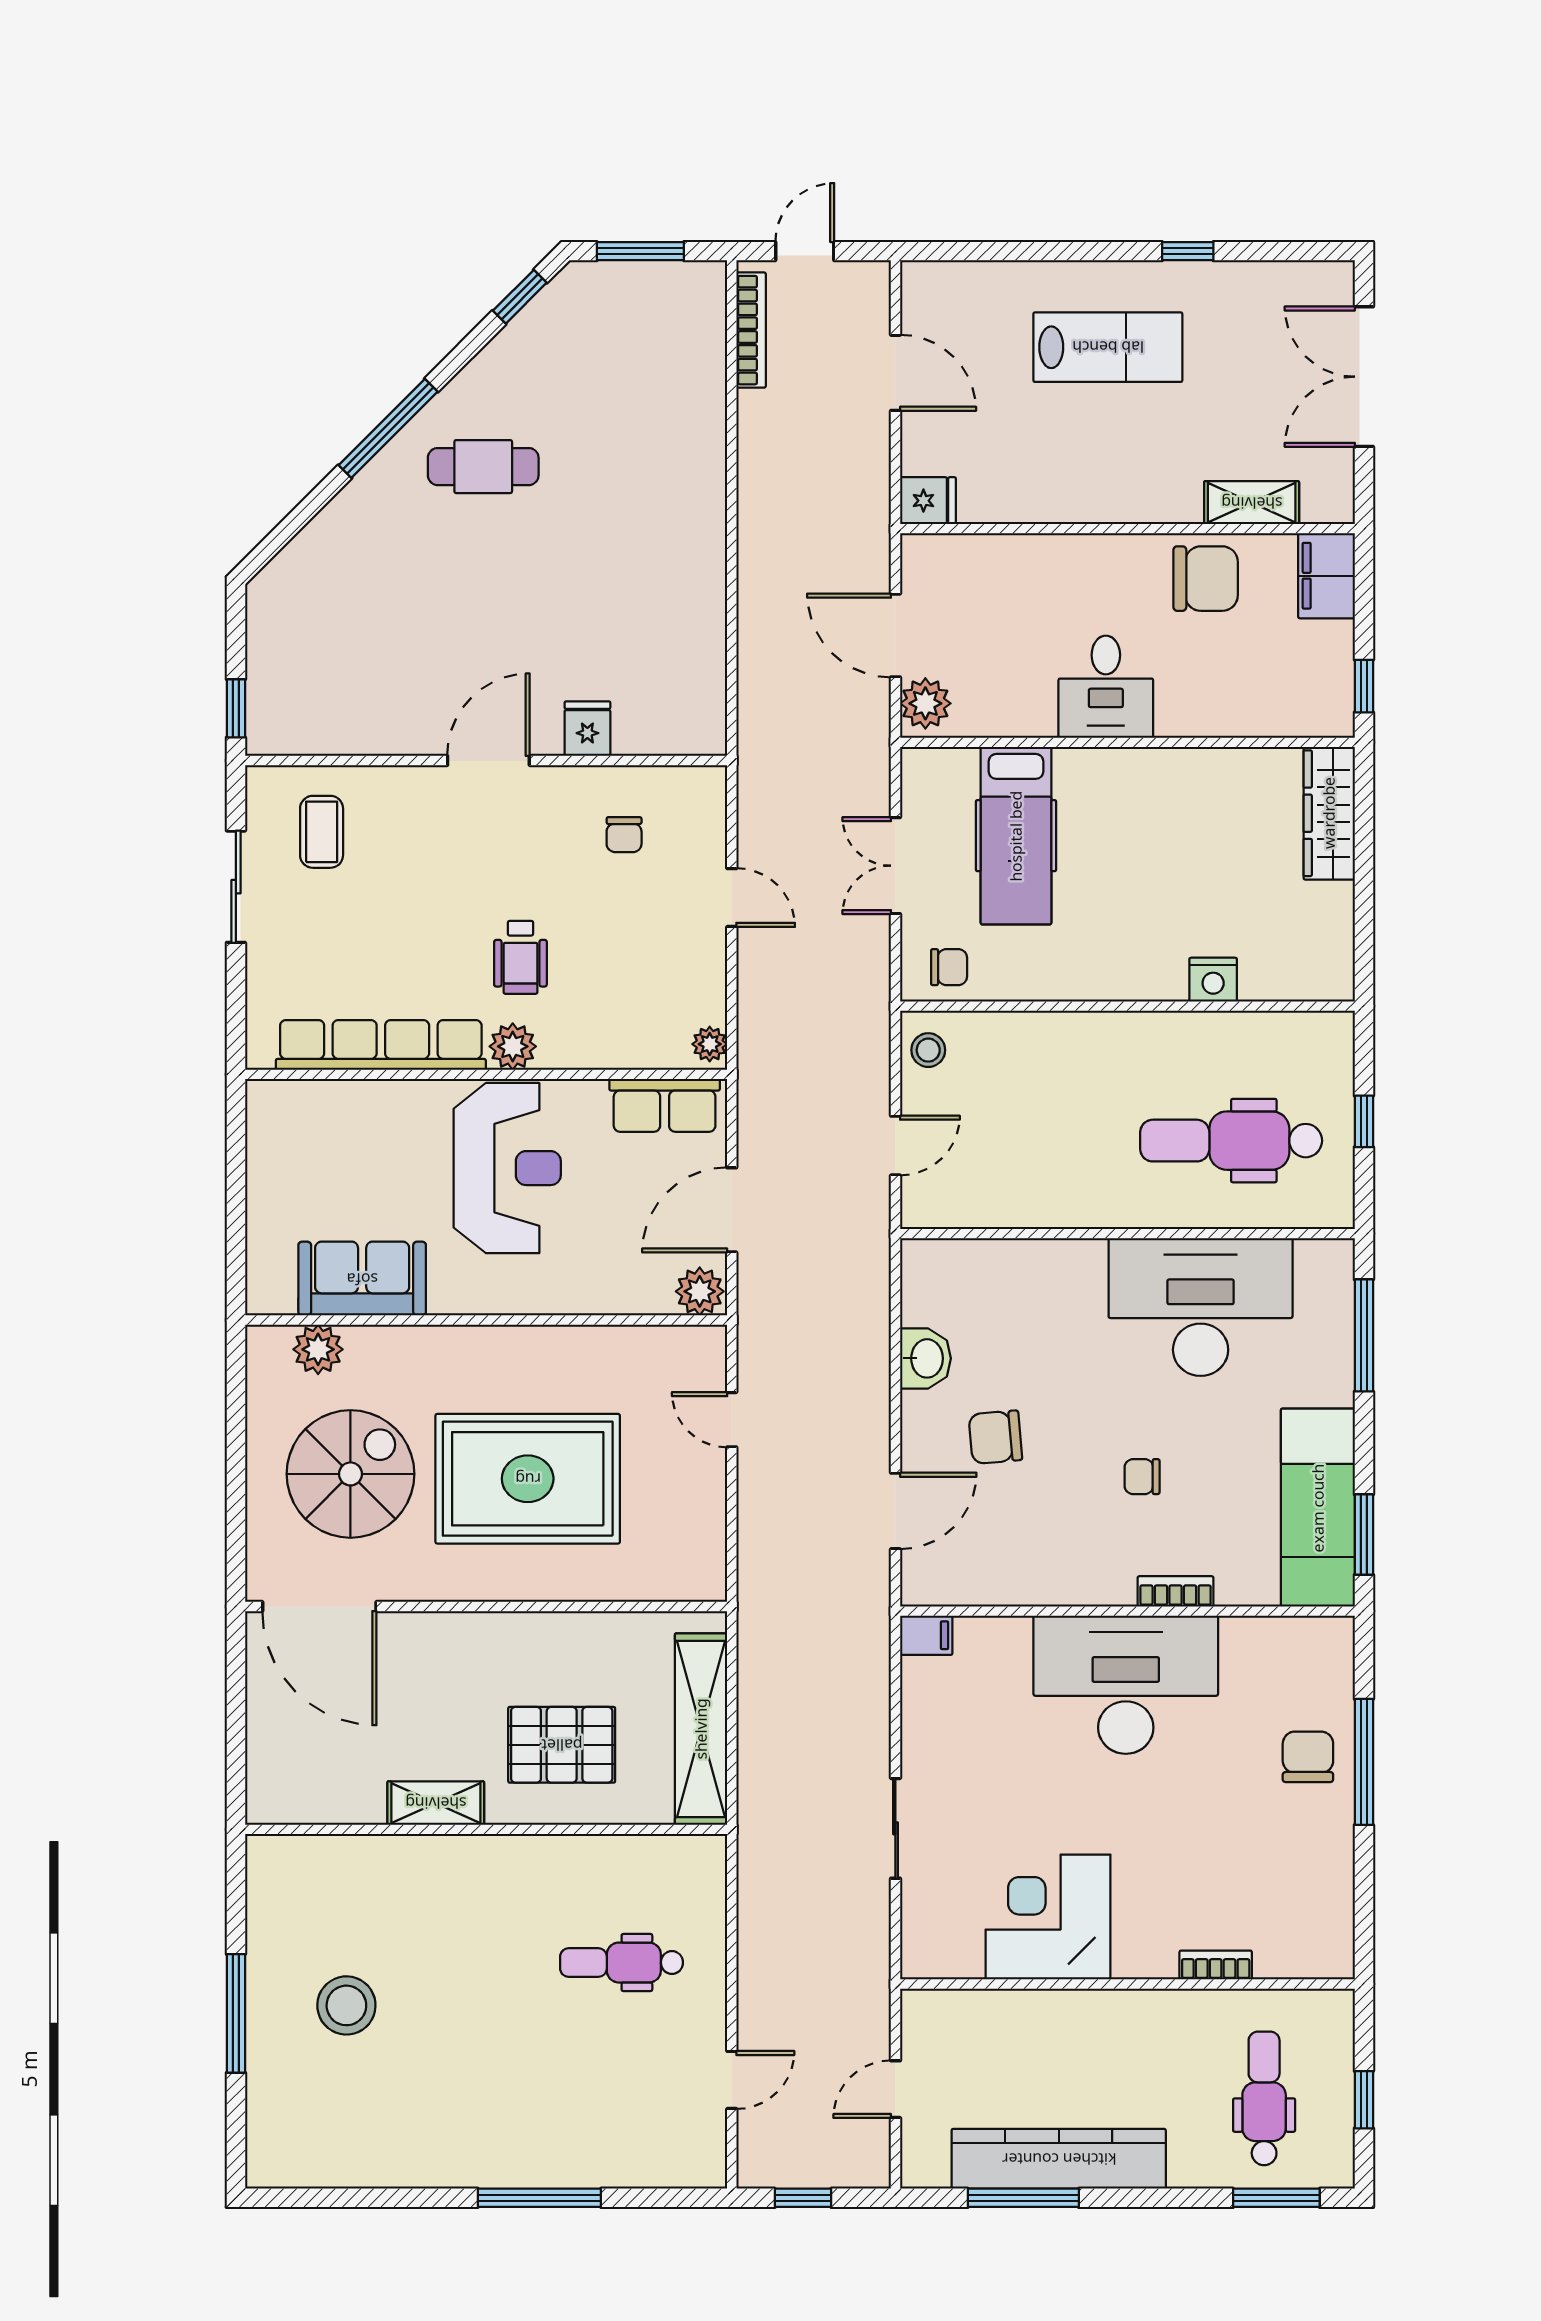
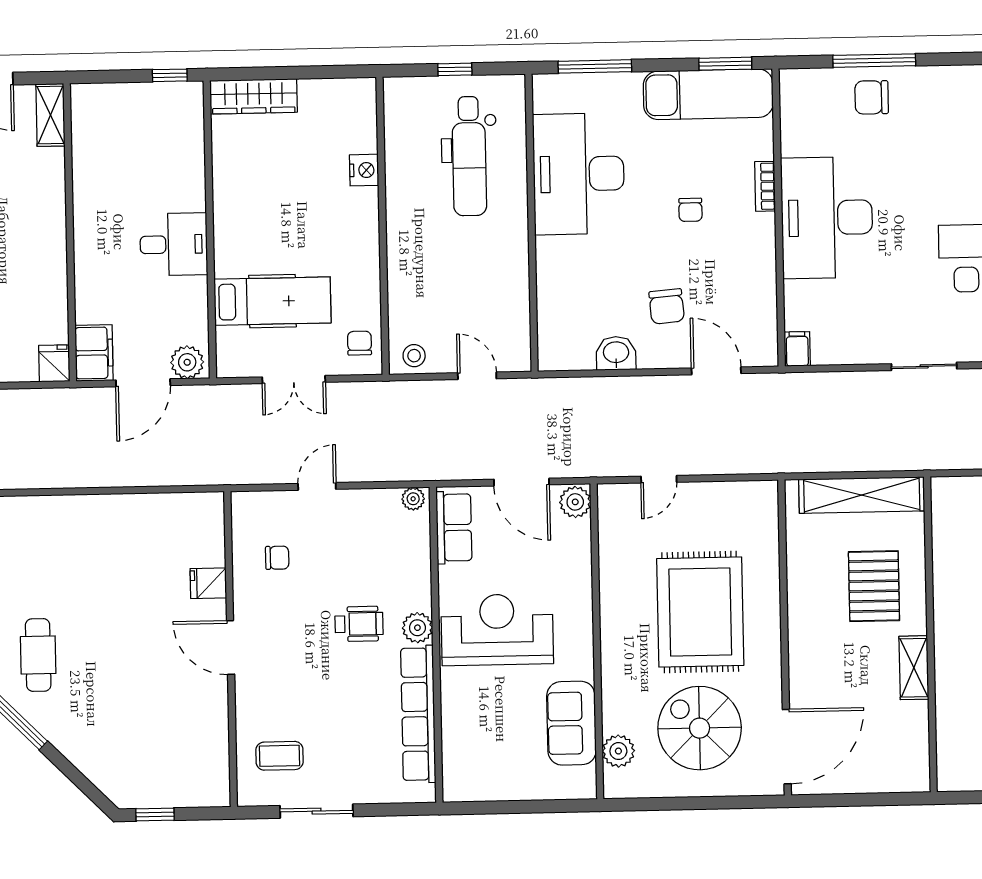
shelving: (1252, 503) -> (50, 115), moved
filing cabinet: (1326, 576) -> (94, 353), moved, turned -90
chair: (1206, 579) -> (102, 180), removed
window: (236, 708) -> (155, 814), moved

